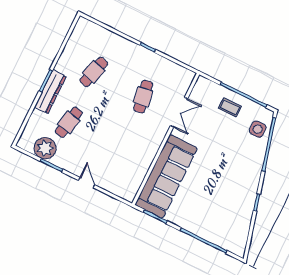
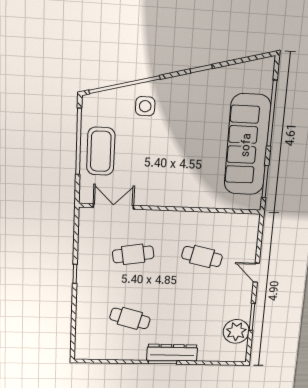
coffee table: (230, 107) -> (101, 151), width x1.86, depth x1.72
double door: (179, 112) -> (113, 207), moved
cafe table: (69, 122) -> (202, 257), moved
side table: (258, 129) -> (145, 106), moved
sofa: (166, 176) -> (247, 145), moved, turned -90
door: (87, 183) -> (256, 273), hinge flipped

